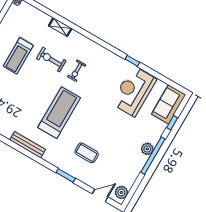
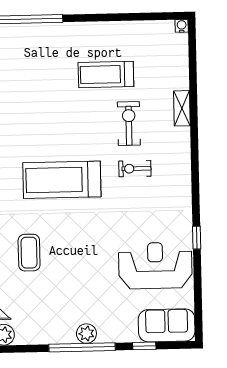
treadmill: (59, 113) -> (62, 180), turned 180

